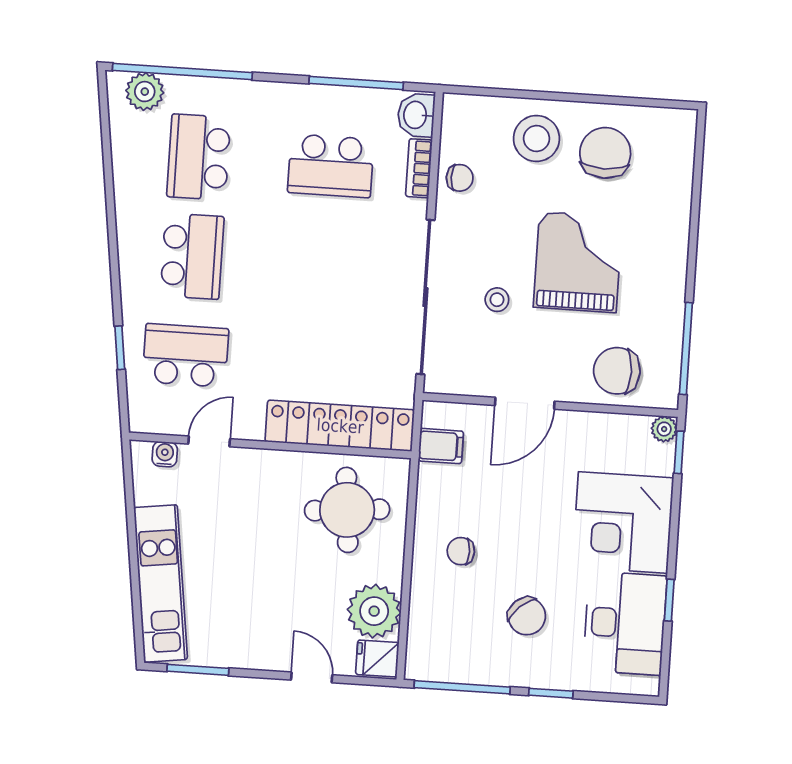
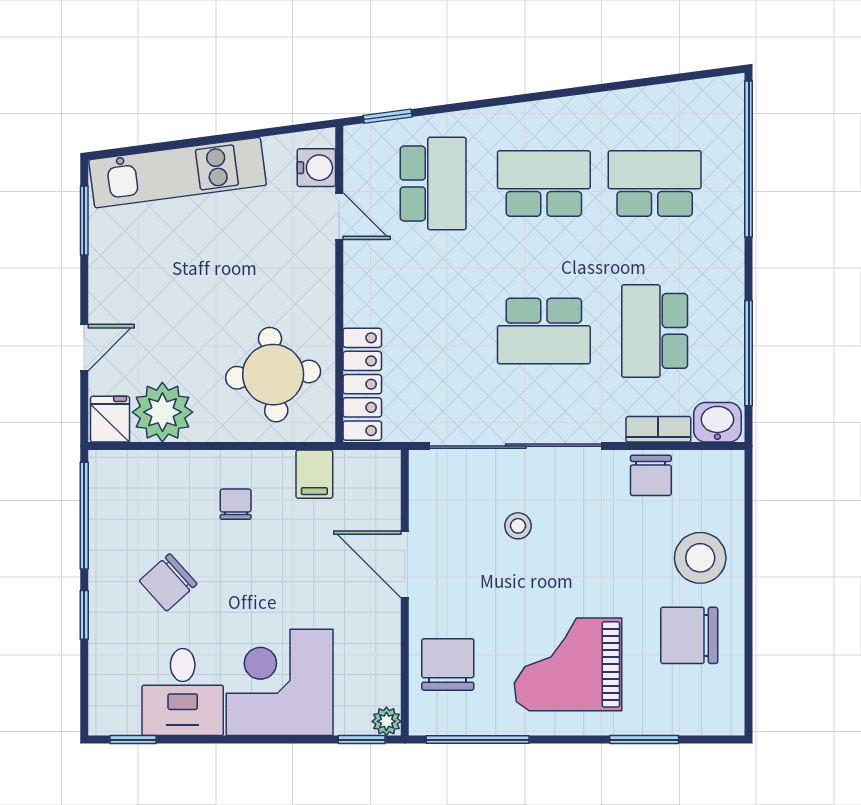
plant: (145, 92) -> (723, 119), removed
chair: (605, 153) -> (689, 635), turned 180
chair: (460, 178) -> (651, 475), width x1.37, depth x1.37
window: (696, 200) -> (644, 740), added
school desk: (192, 256) -> (544, 183), turned 180
grand piano: (578, 262) -> (568, 664), moved, turned 180
school desk: (324, 265) -> (544, 331), added
window: (120, 348) -> (388, 116), moved
locker: (340, 426) -> (362, 384), width x0.71, depth x0.83
filing cabinet: (441, 446) -> (314, 474), moved
water cooler: (165, 454) -> (316, 168), width x1.38, depth x1.38
window: (669, 600) -> (133, 740), moved
desk: (625, 623) -> (183, 692), width x0.73

